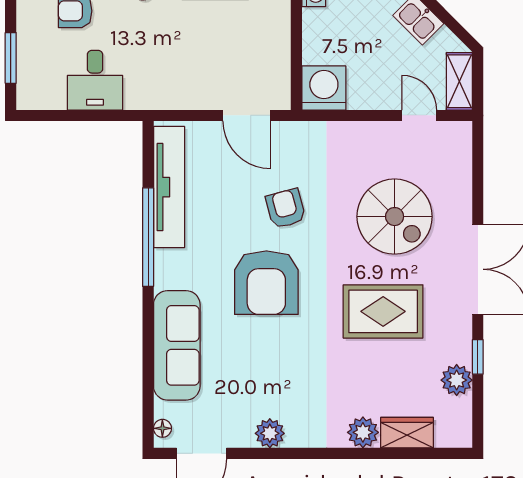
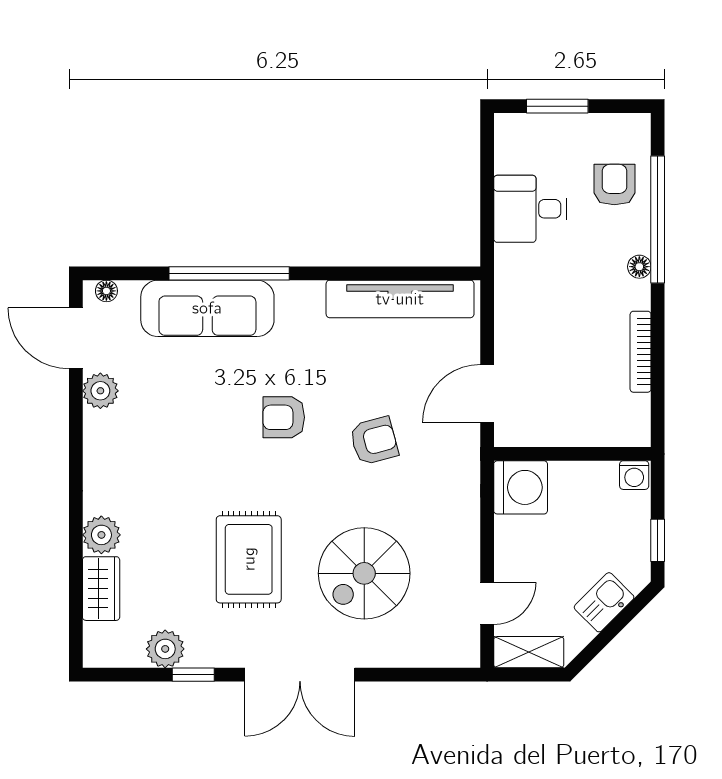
window: (148, 237) -> (229, 273), moved
armchair: (266, 283) -> (284, 417), width x0.53, depth x0.53
plant: (270, 433) -> (100, 391), moved

